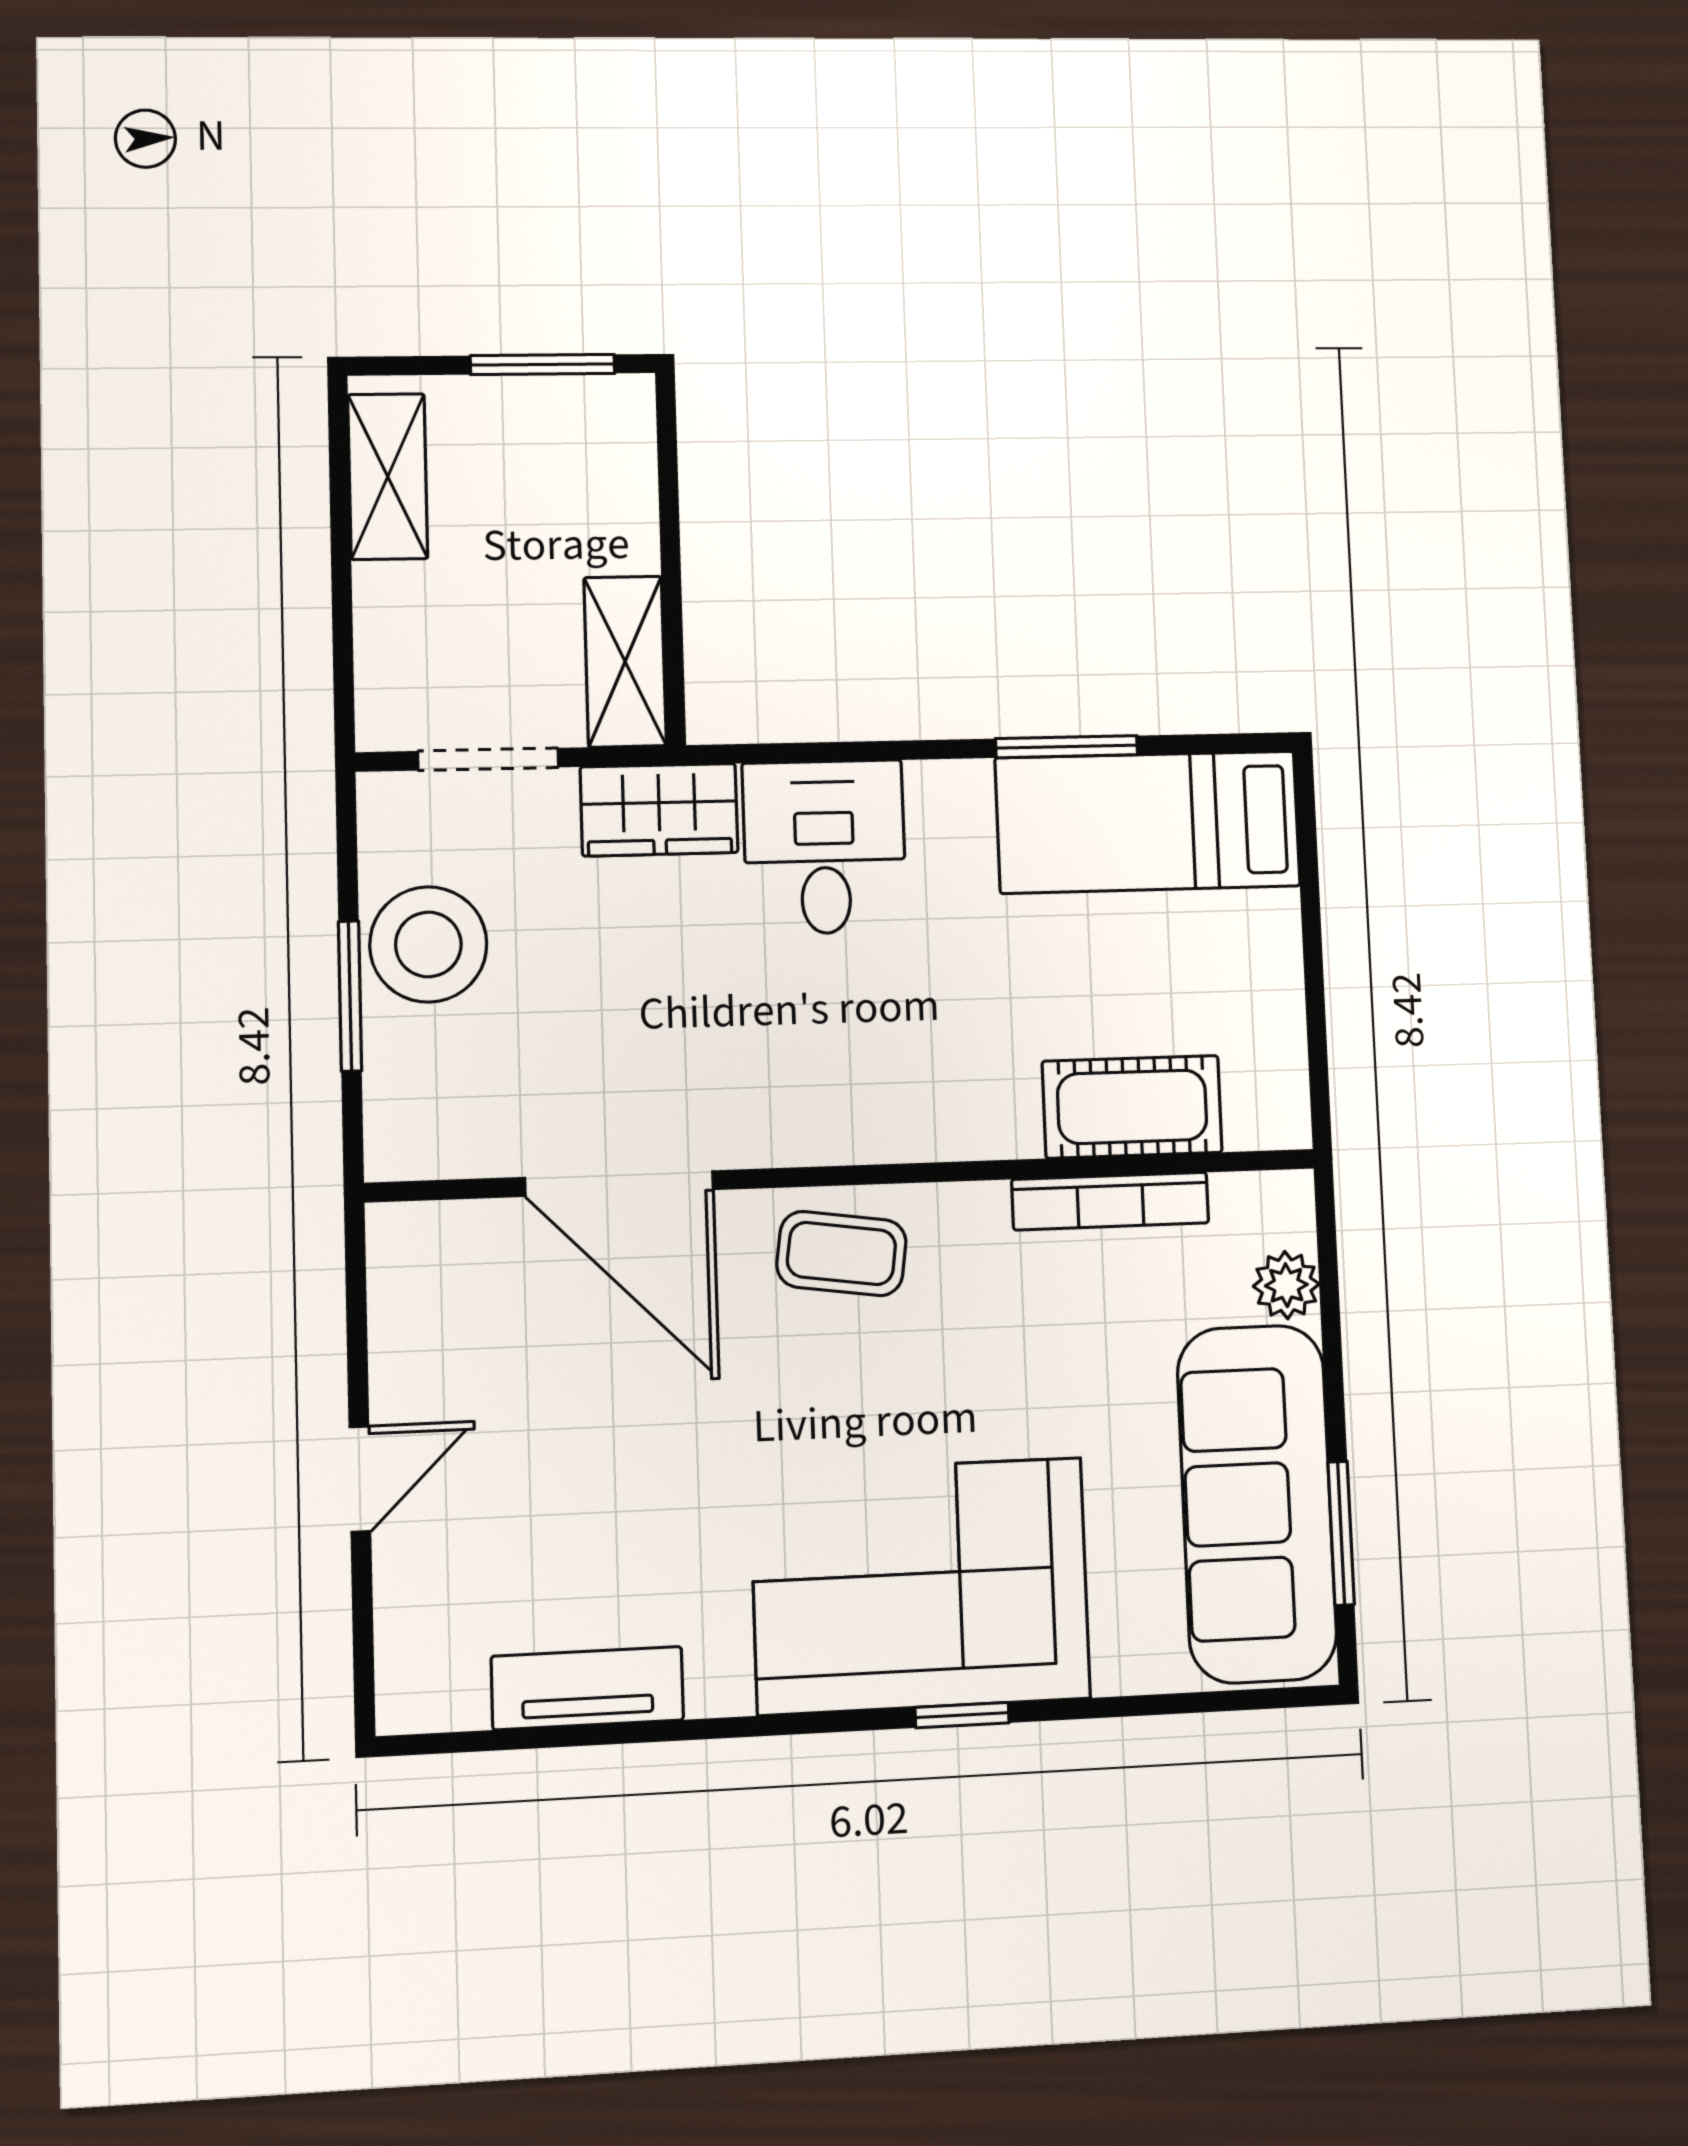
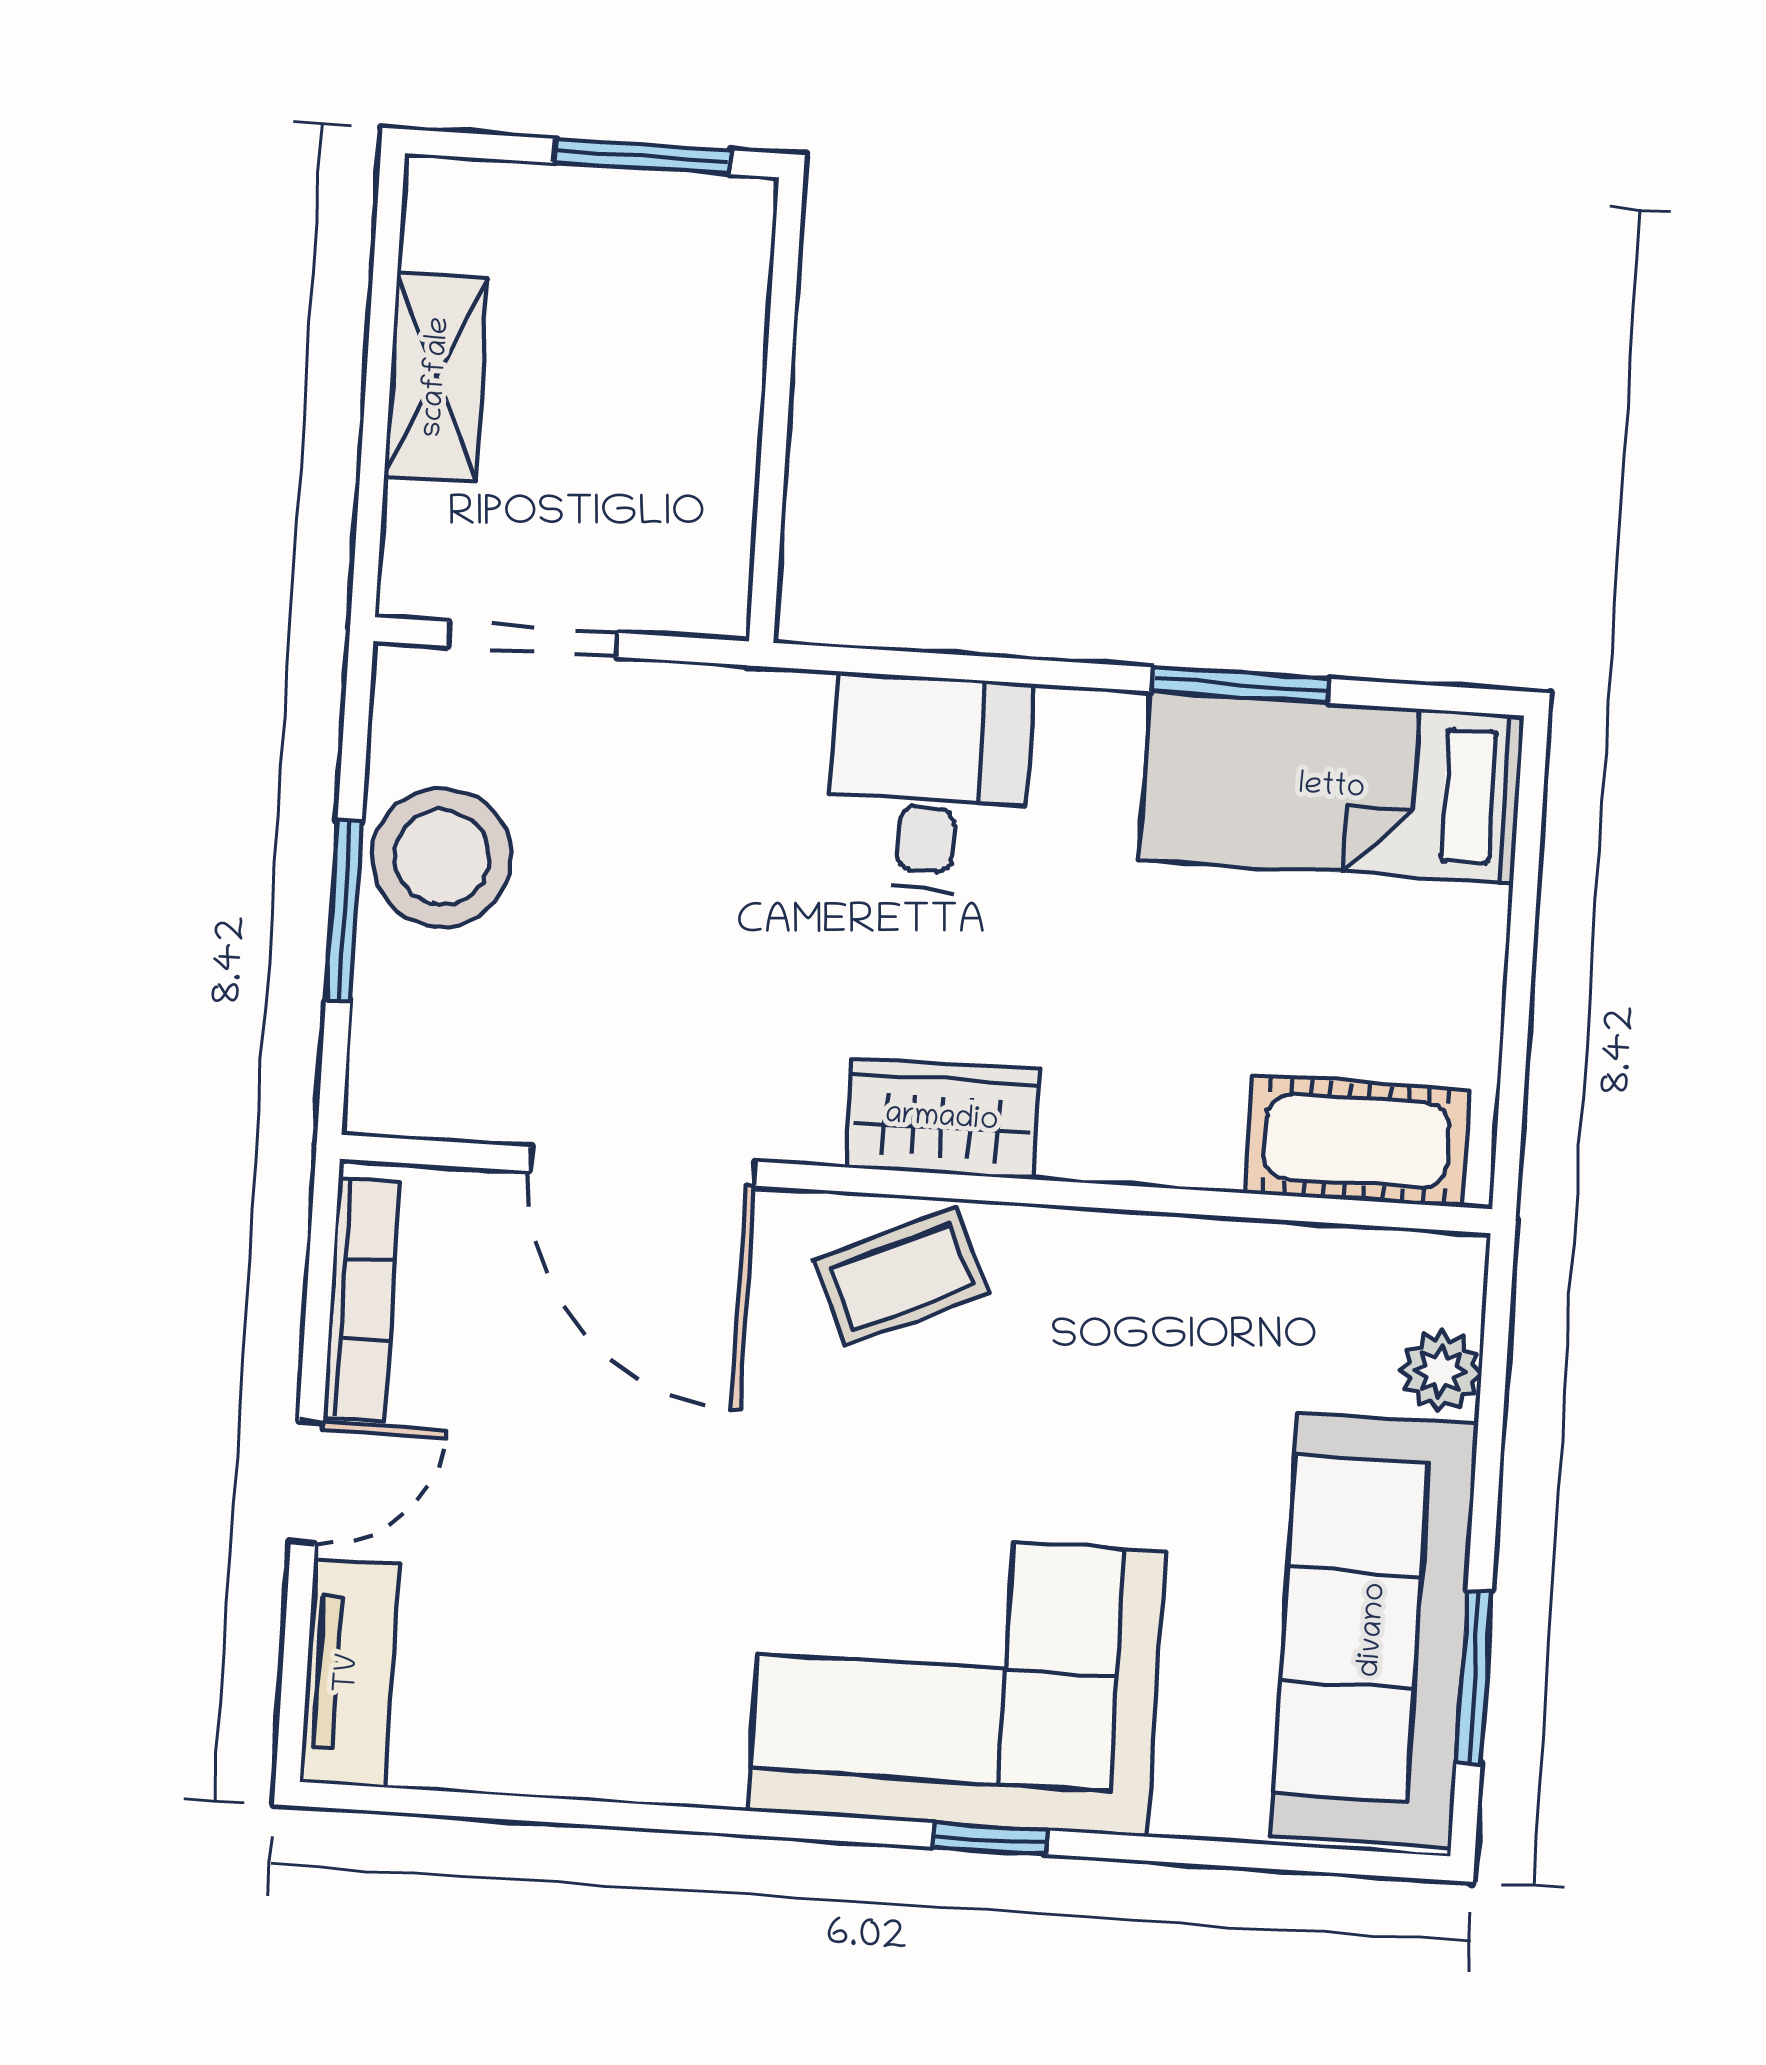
shelving: (388, 476) -> (437, 377), moved
shelving: (625, 662) -> (709, 534), removed
wardrobe: (659, 810) -> (942, 1119), moved, turned 180
cot: (1132, 1107) -> (1357, 1141), moved
bookcase: (1110, 1201) -> (362, 1299), moved, turned -90
coffee table: (841, 1254) -> (901, 1277), turned -32
tv unit: (587, 1688) -> (349, 1673), moved, turned 90

